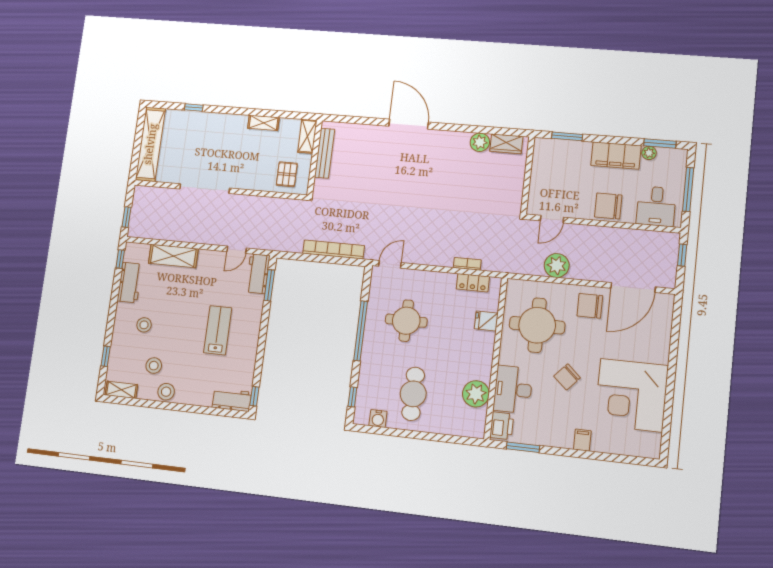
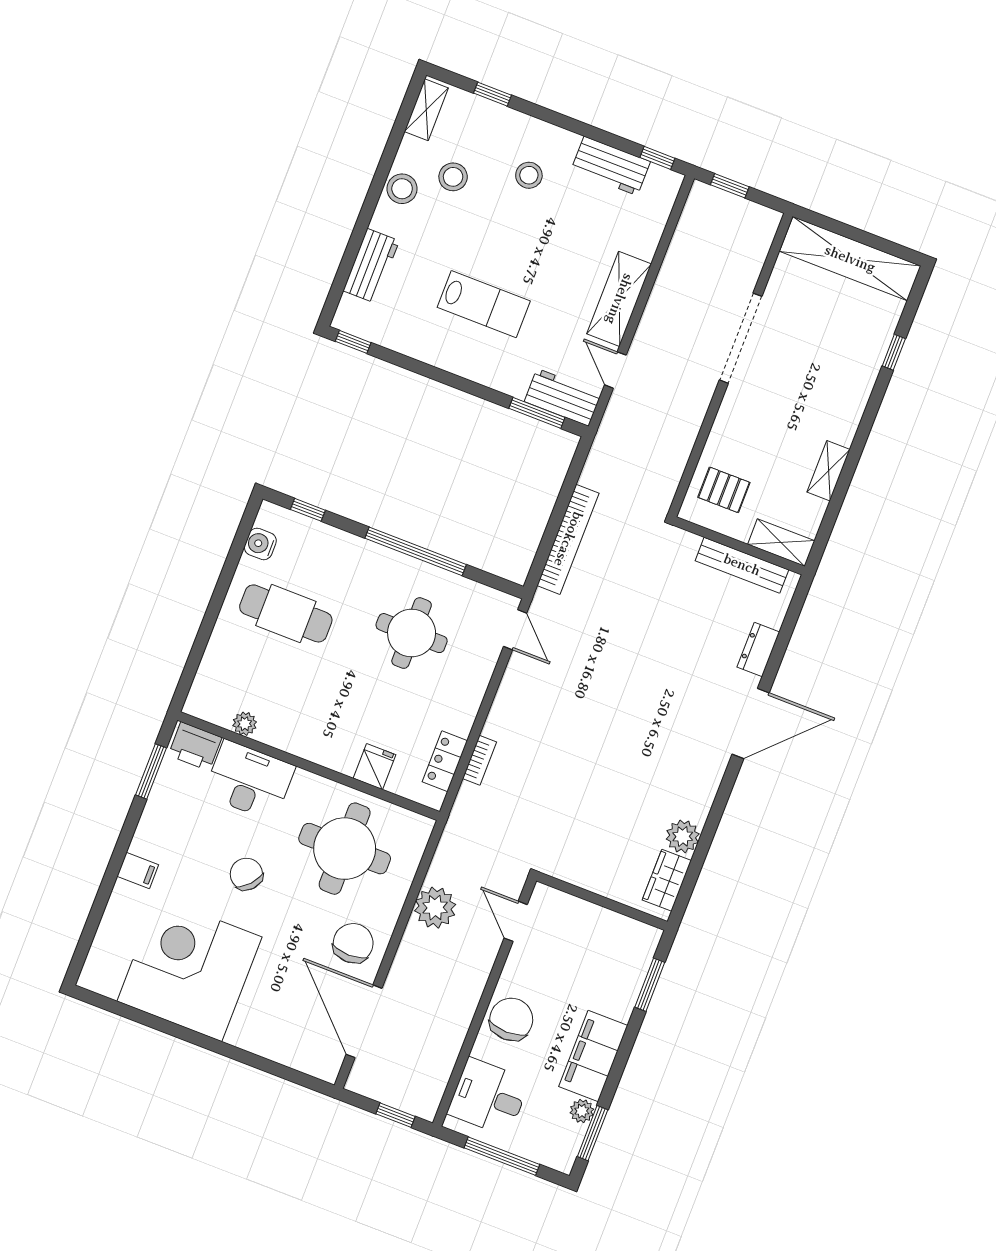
dresser: (368, 132) -> (758, 650), added
shelving: (173, 256) -> (619, 299), moved
plant: (476, 394) -> (245, 724), width x0.53, depth x0.53
workbench: (232, 400) -> (371, 266), moved

